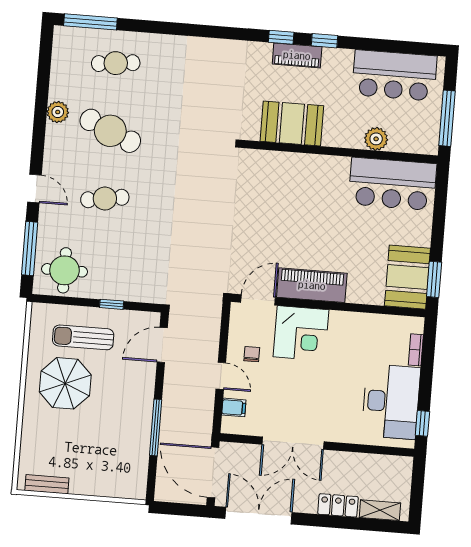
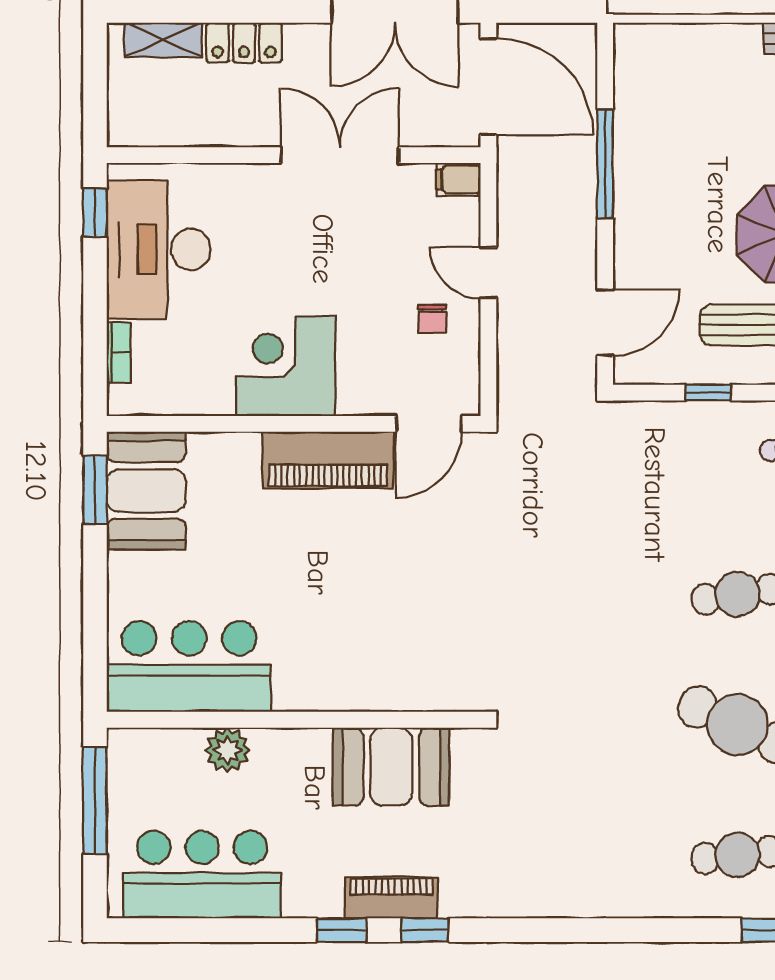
corner desk: (301, 333) -> (285, 366), moved
filing cabinet: (234, 407) -> (459, 179), moved

